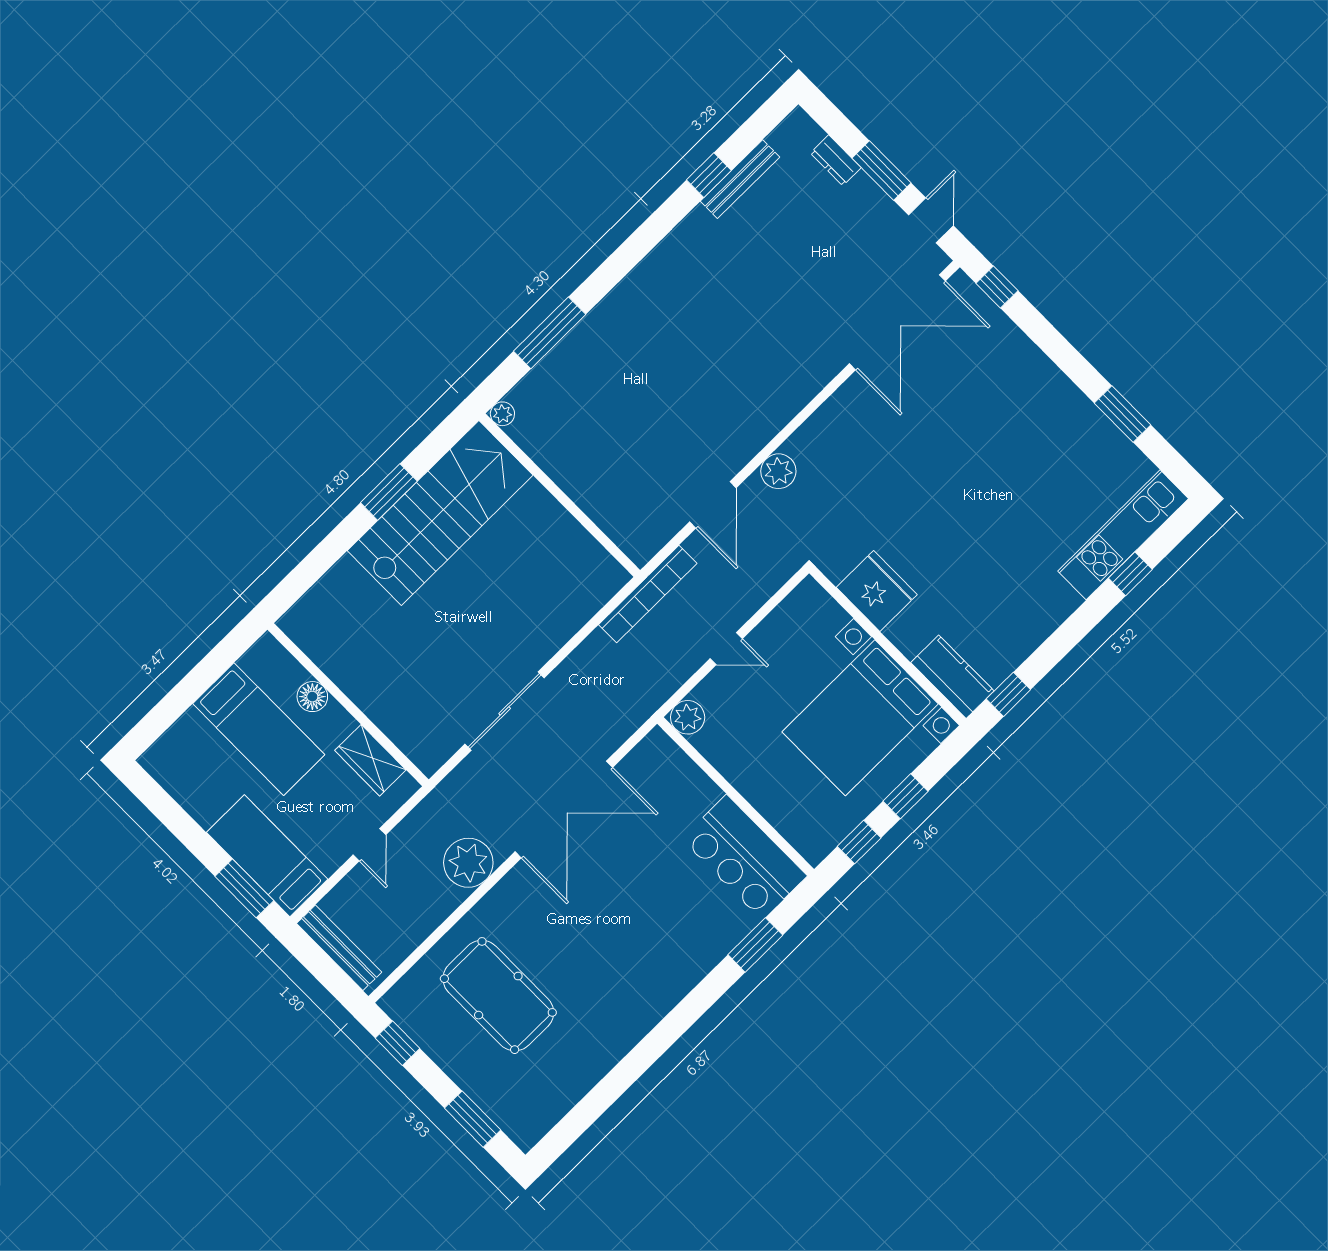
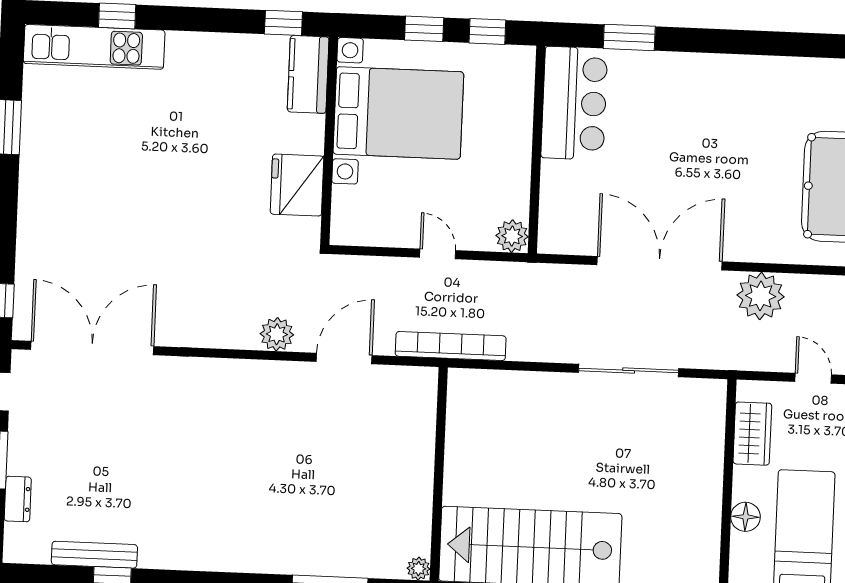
door: (369, 845) -> (813, 378), hinge flipped

